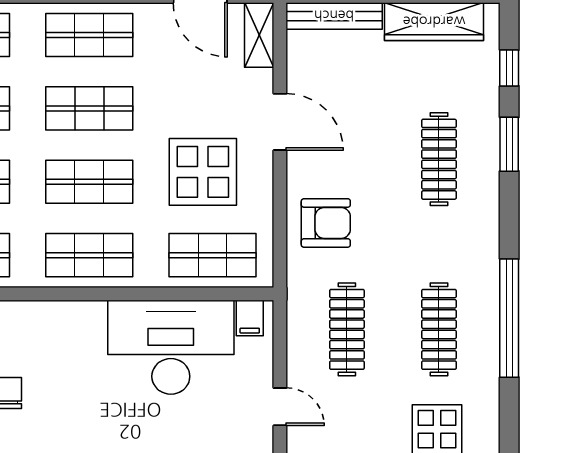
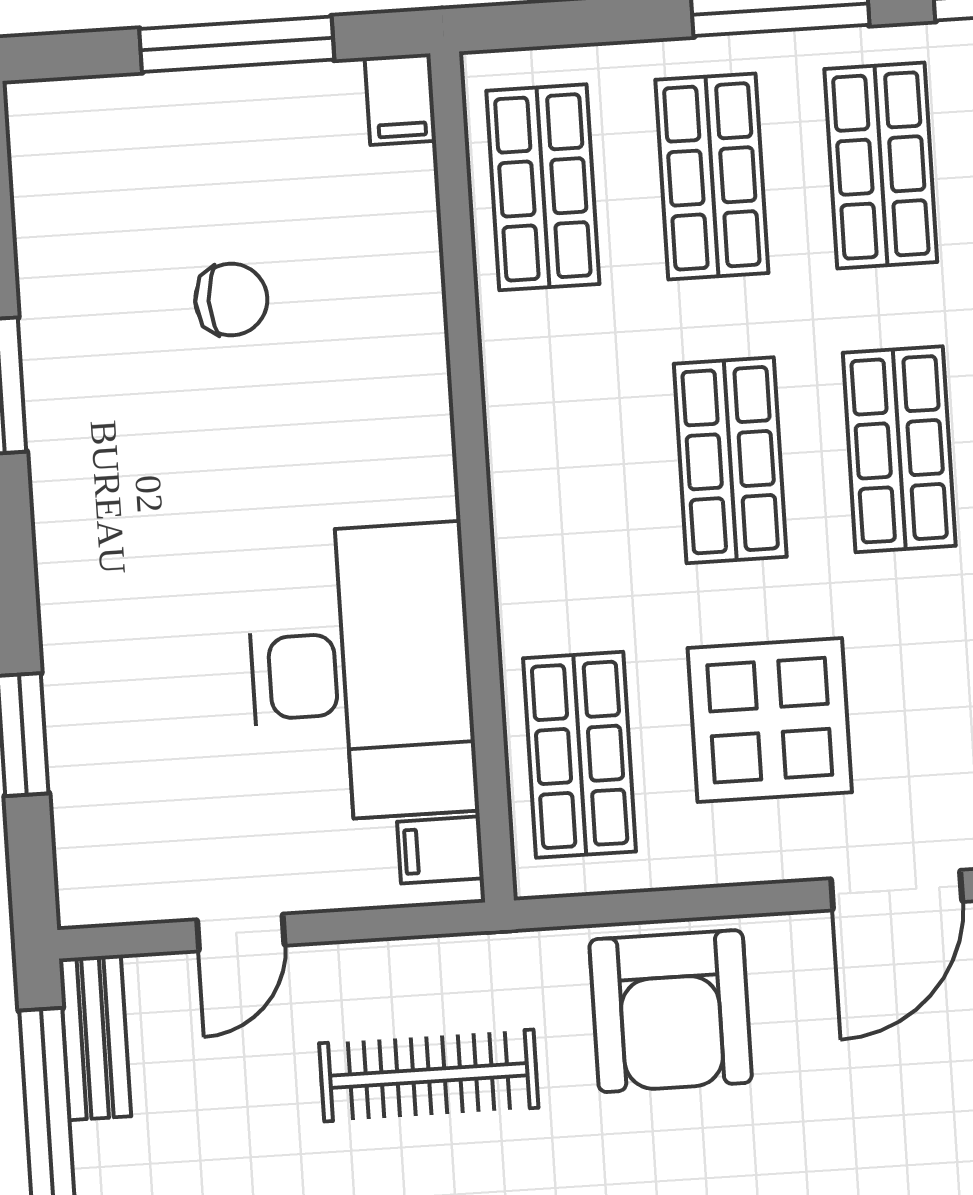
armchair: (326, 223) -> (671, 1011), width x1.36, depth x1.36
shop shelf: (89, 255) -> (561, 471), removed

